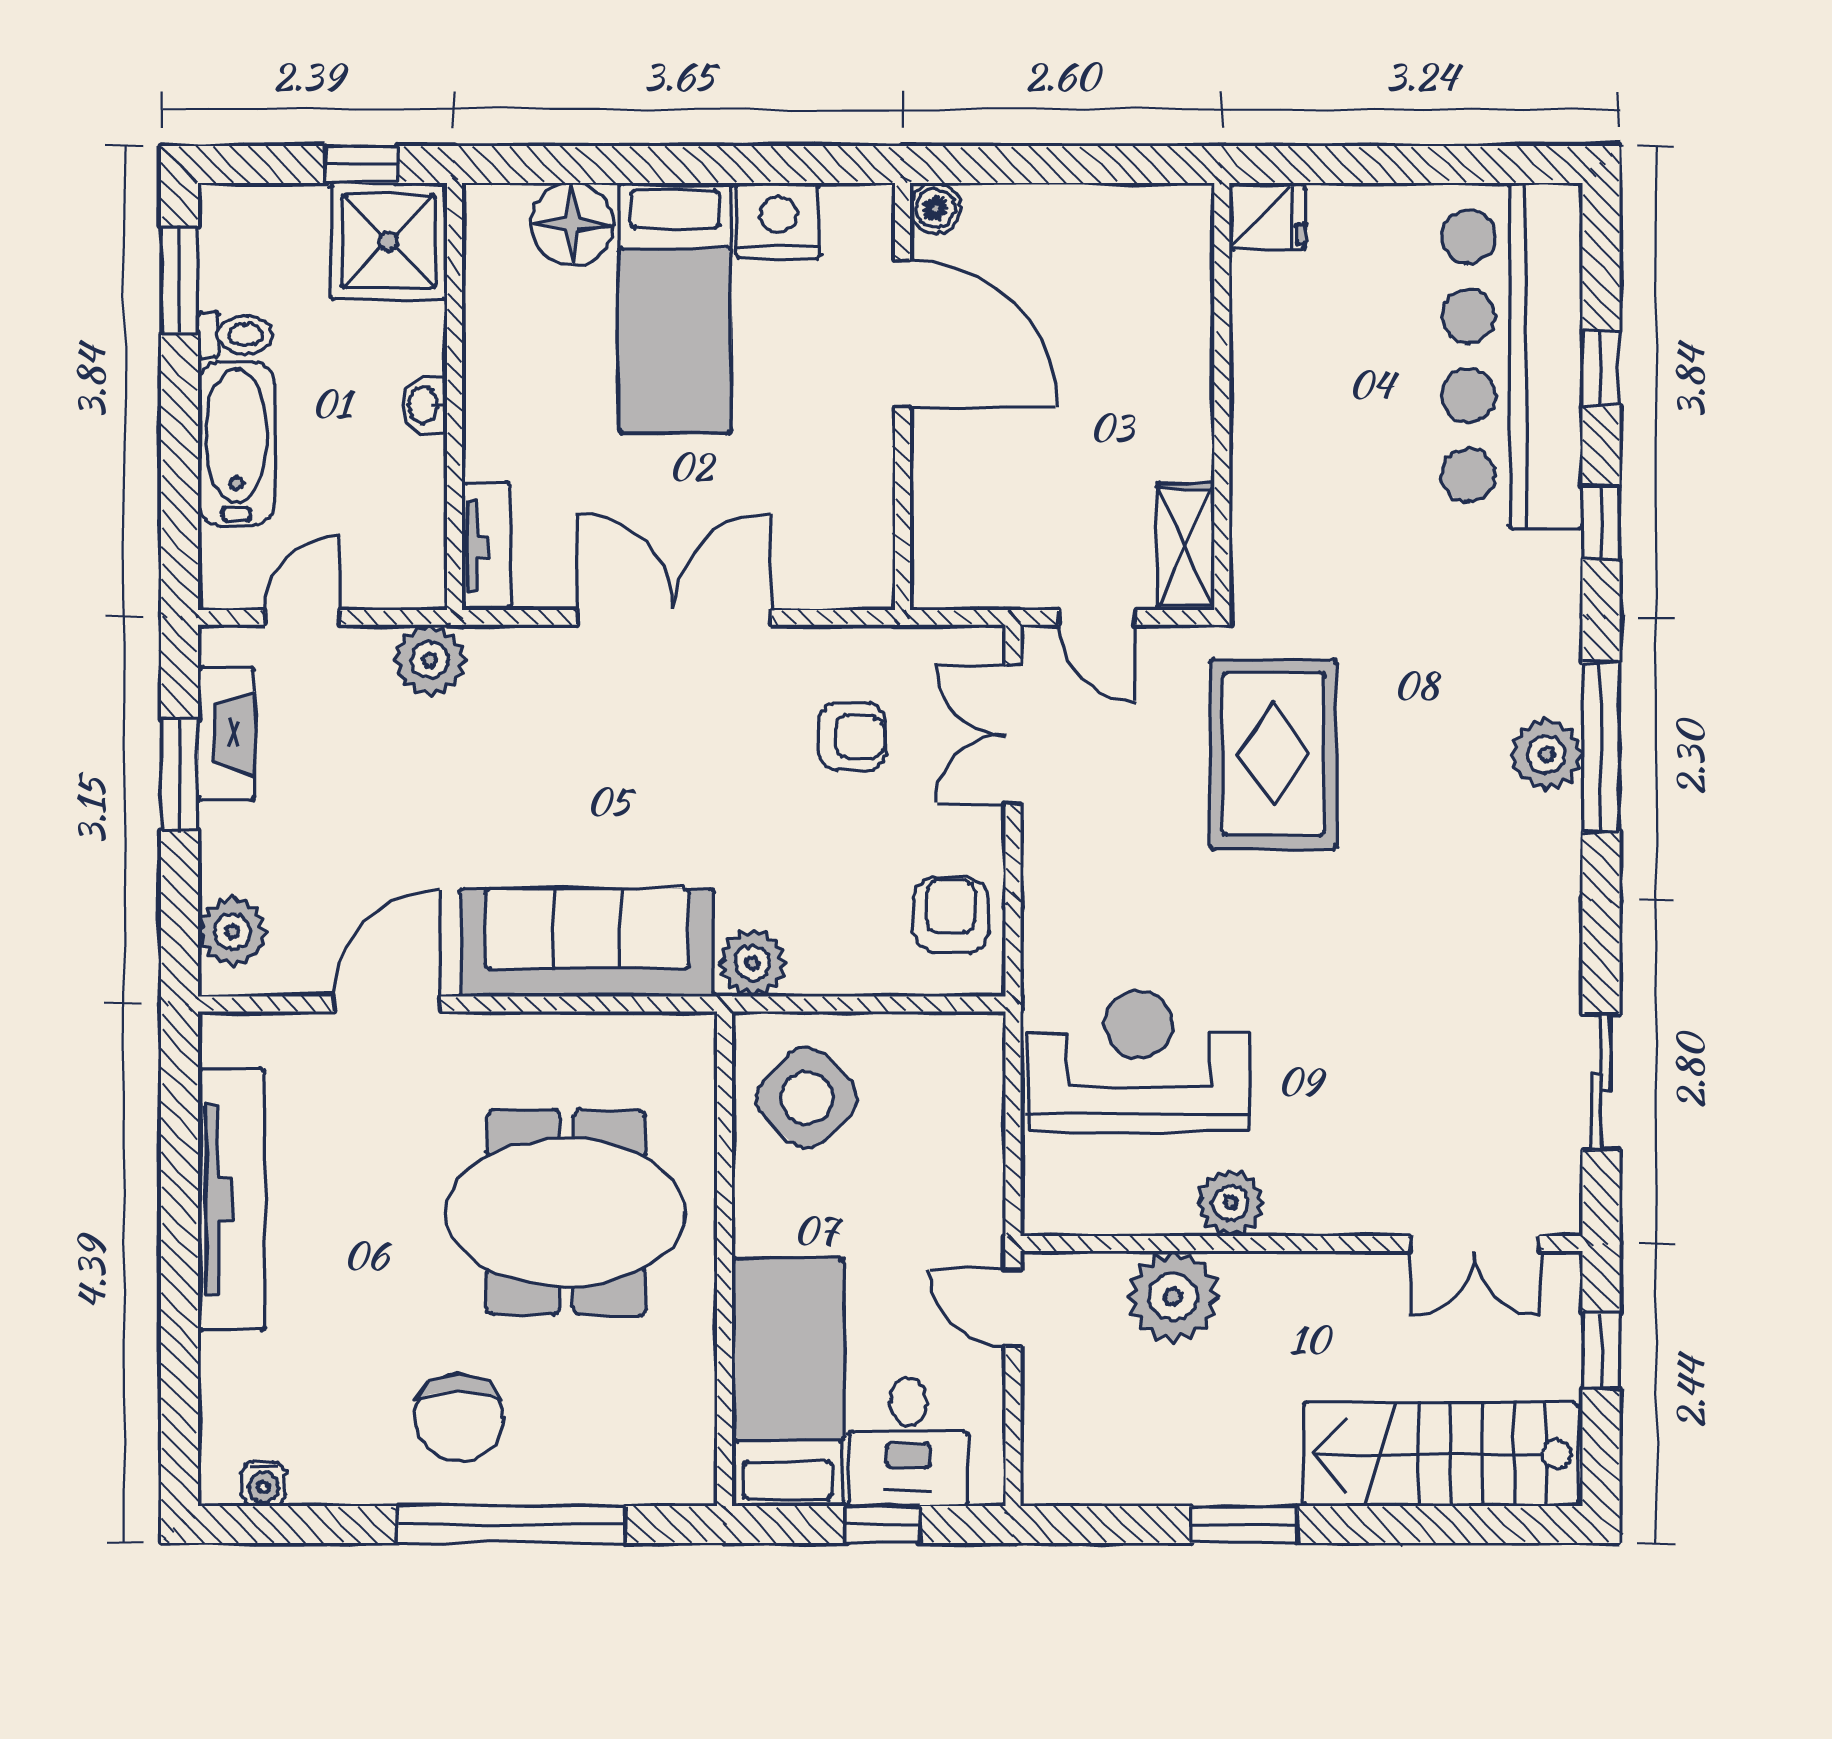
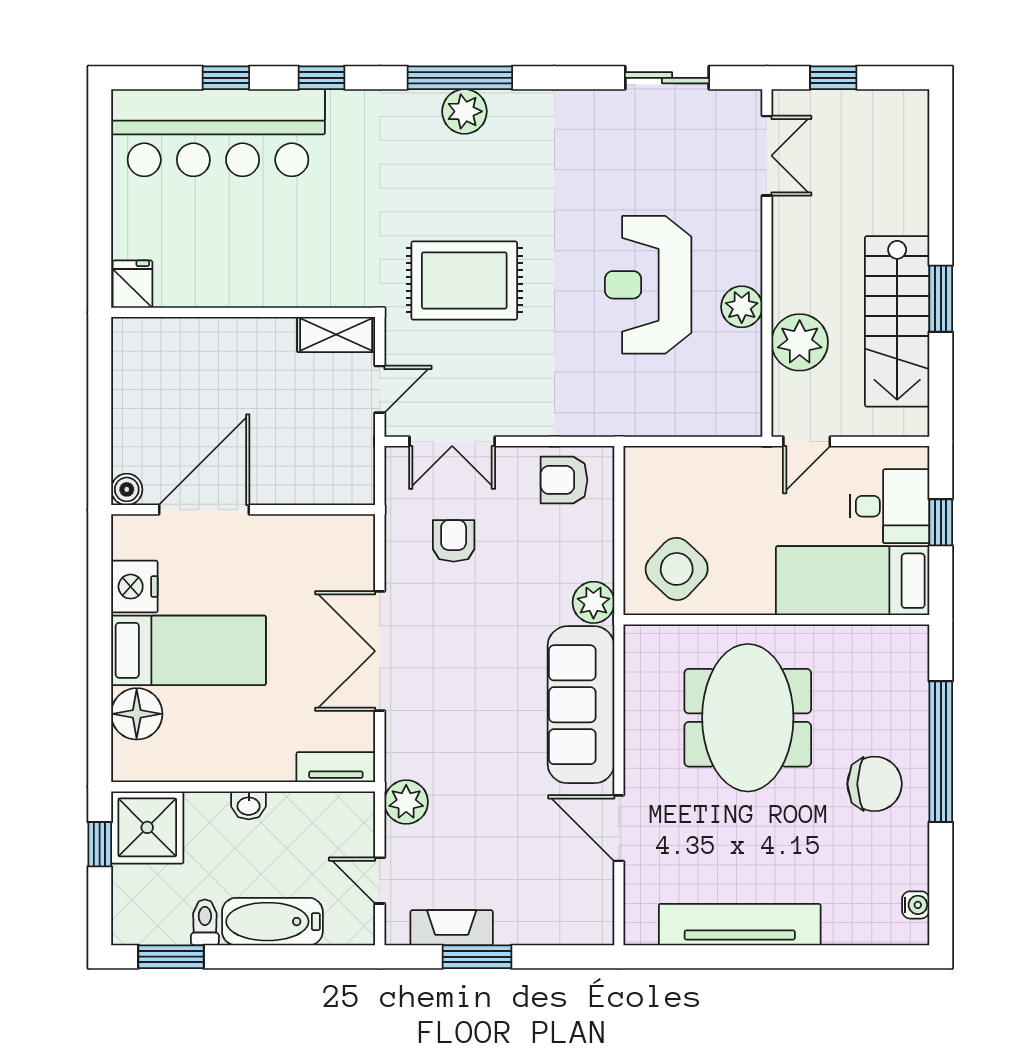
plant: (232, 932) -> (574, 924), removed
reception desk: (1139, 1061) -> (648, 285), moved
stairs: (1441, 1454) -> (897, 321), moved

